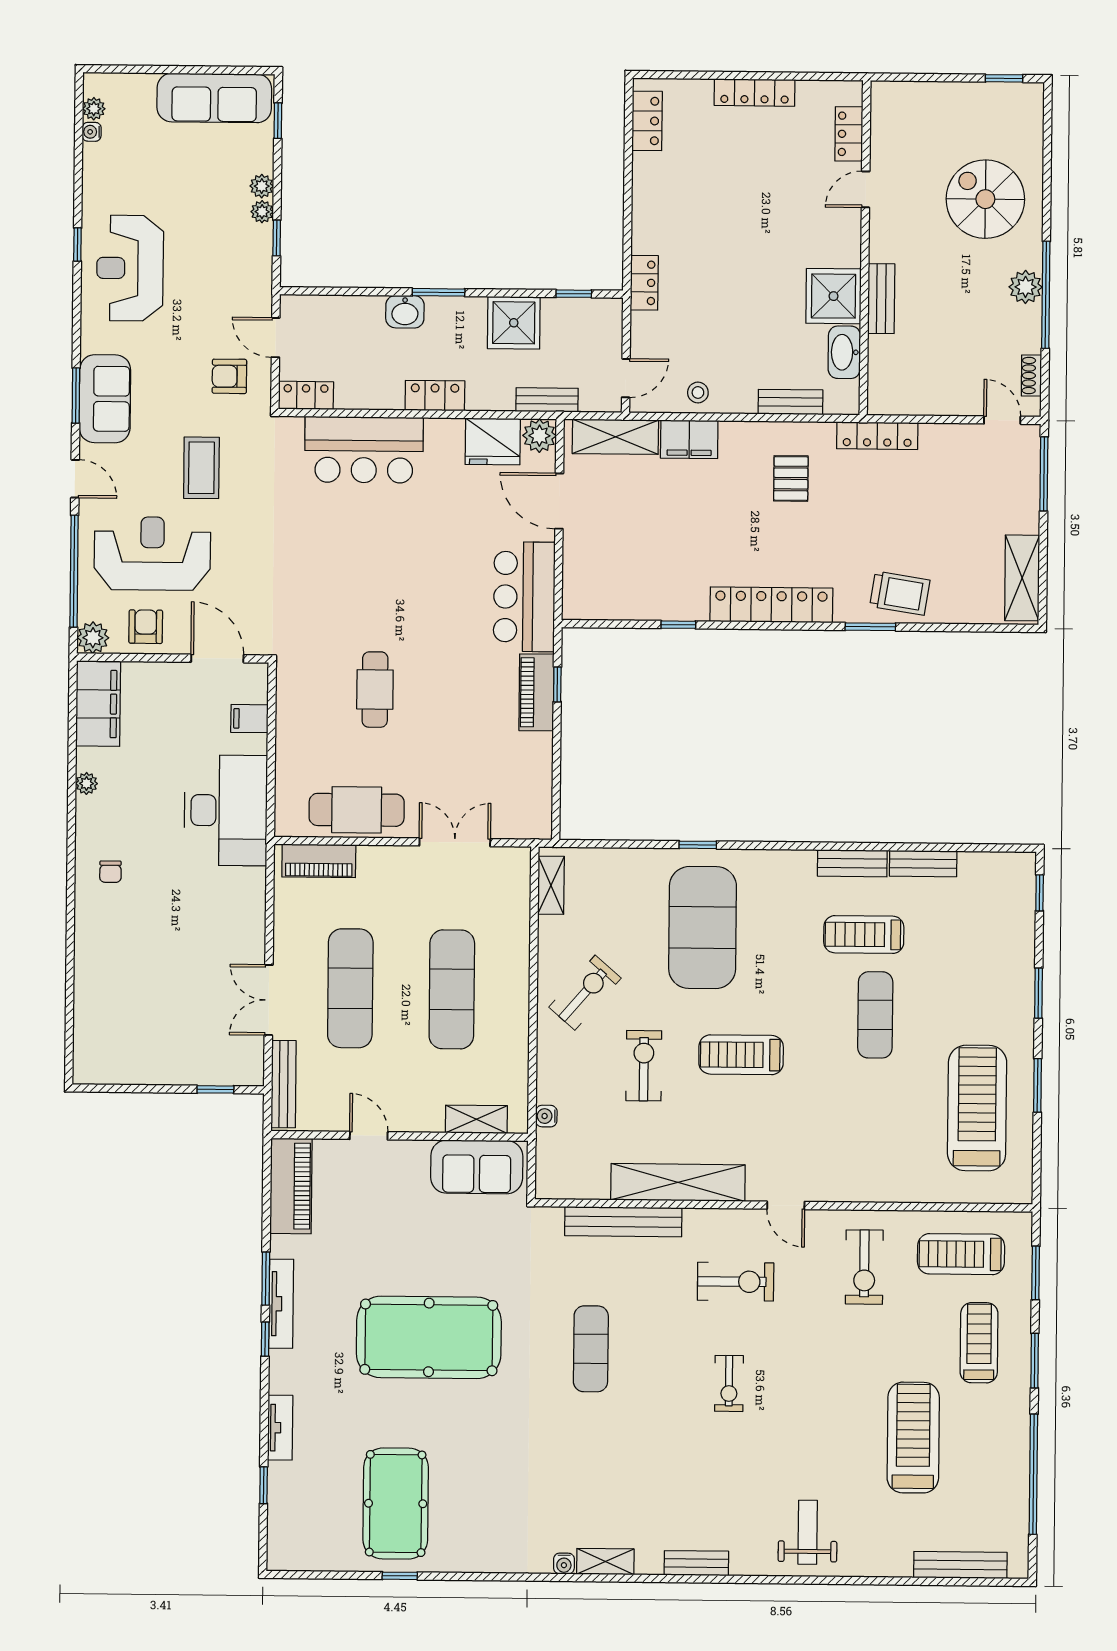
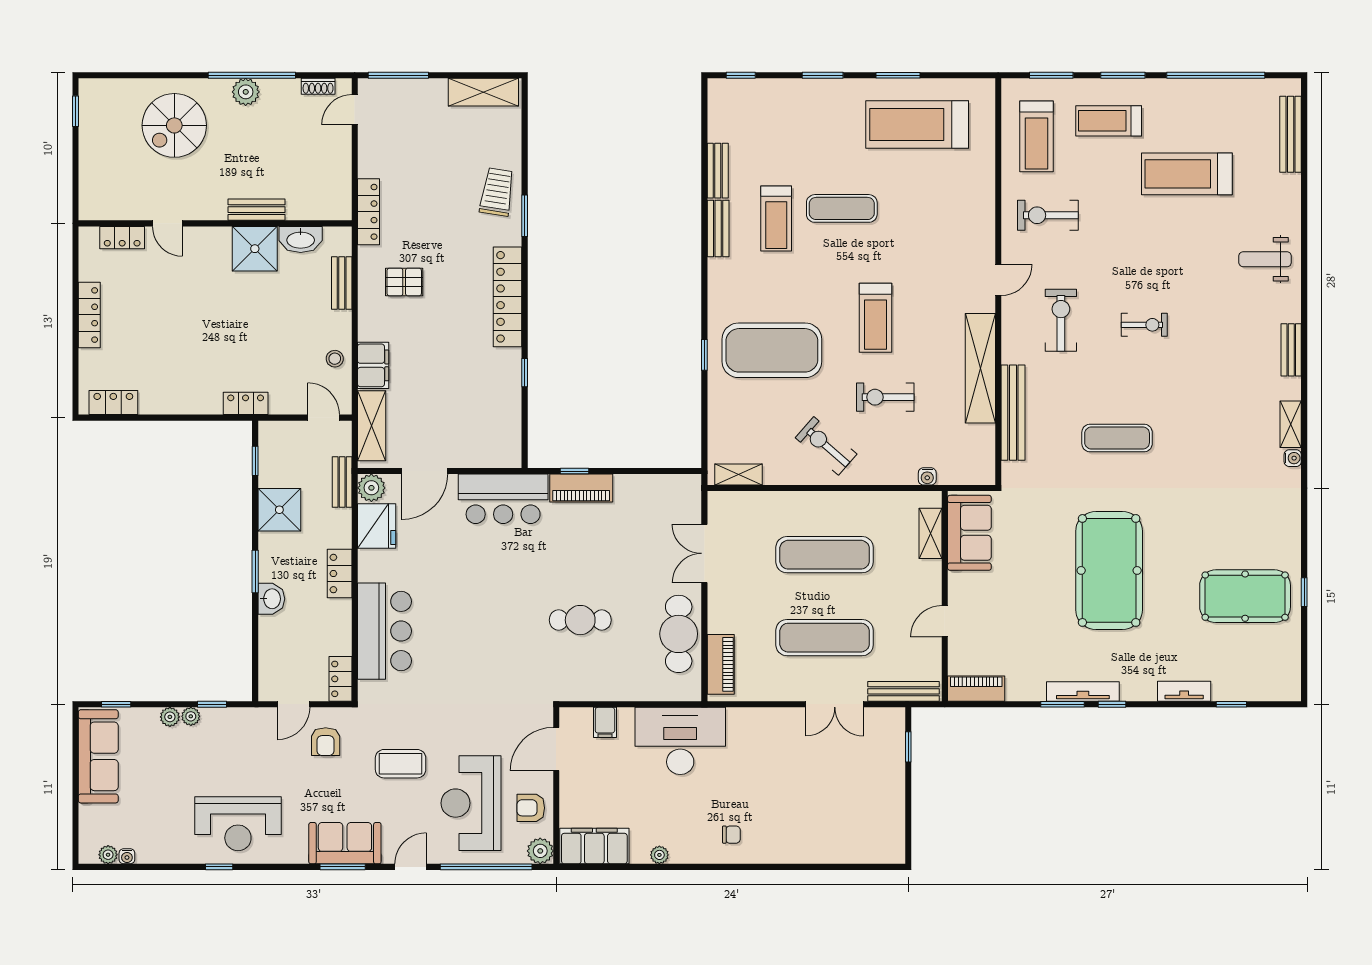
piano: (291, 1186) -> (976, 689), width x0.73, depth x0.75
exercise bike: (864, 1267) -> (1048, 215), turned 180

